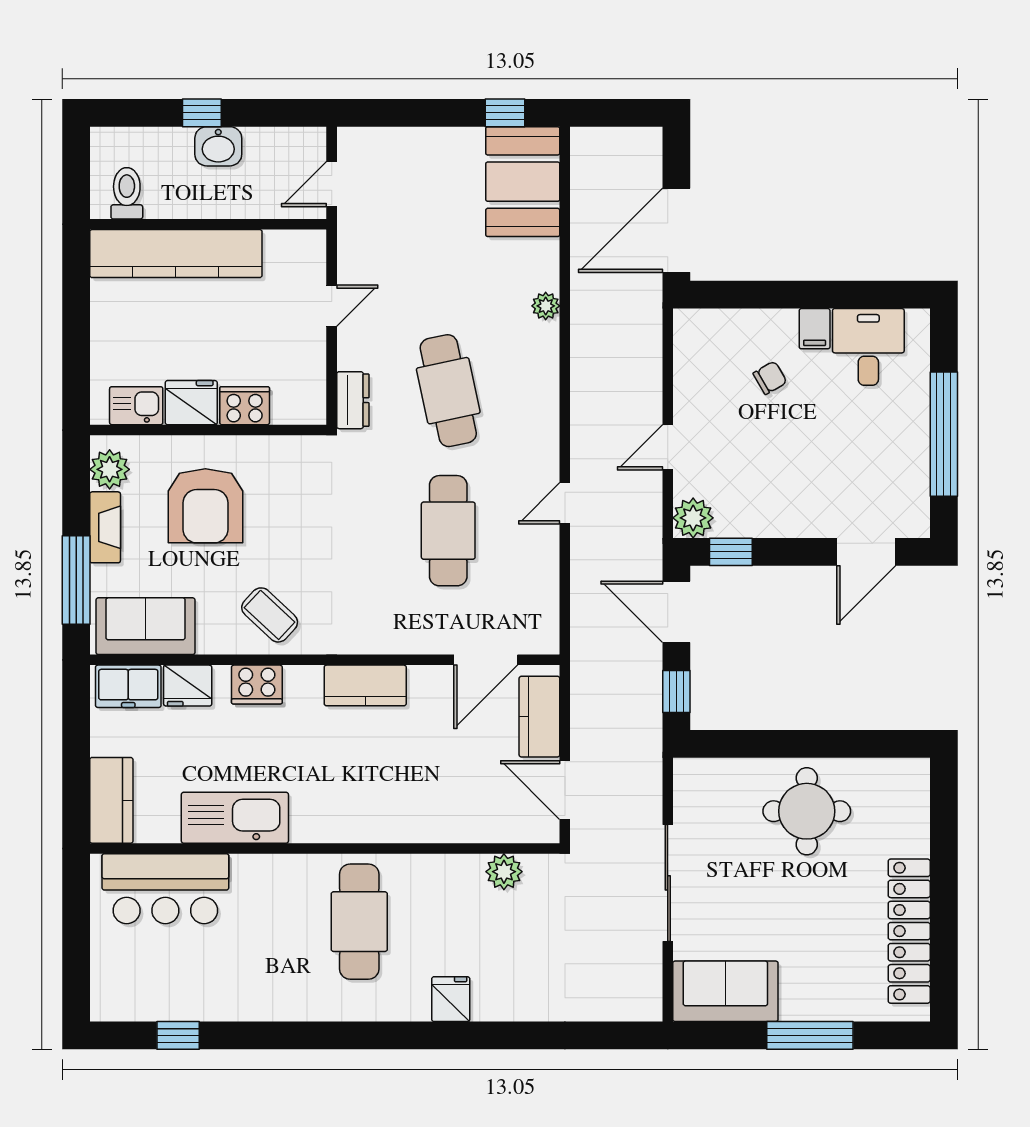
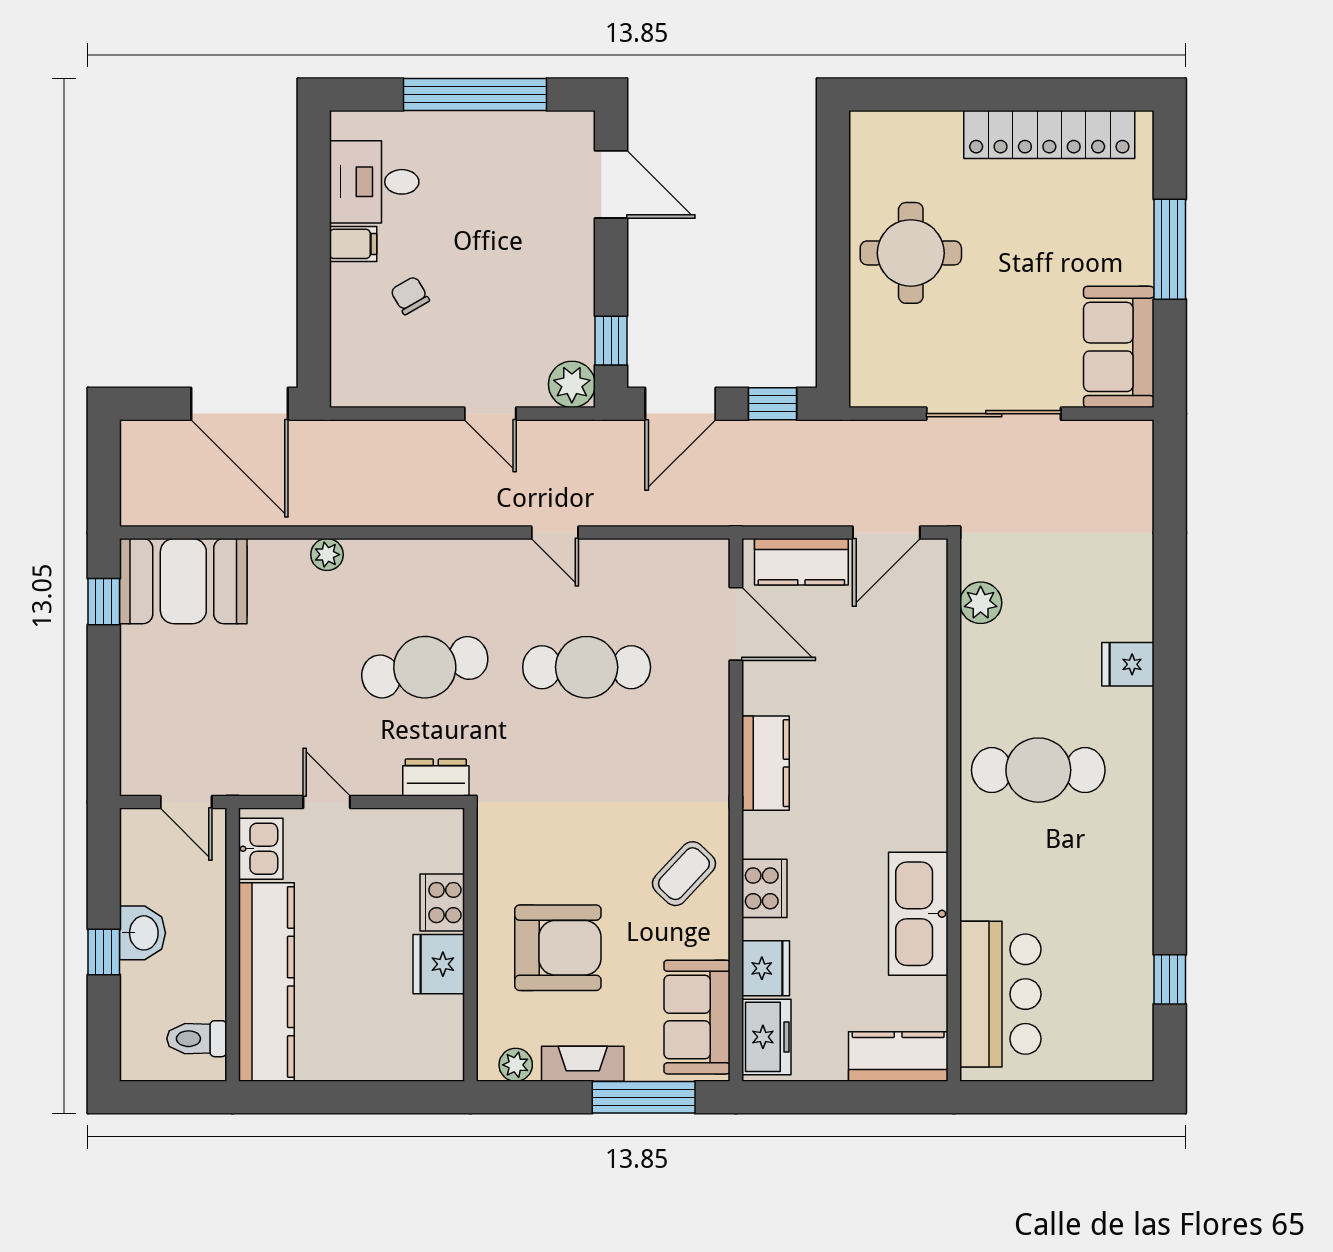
kitchen sink: (136, 406) -> (261, 849), moved, turned 180
plant: (110, 469) -> (516, 1065), width x0.73, depth x0.73

